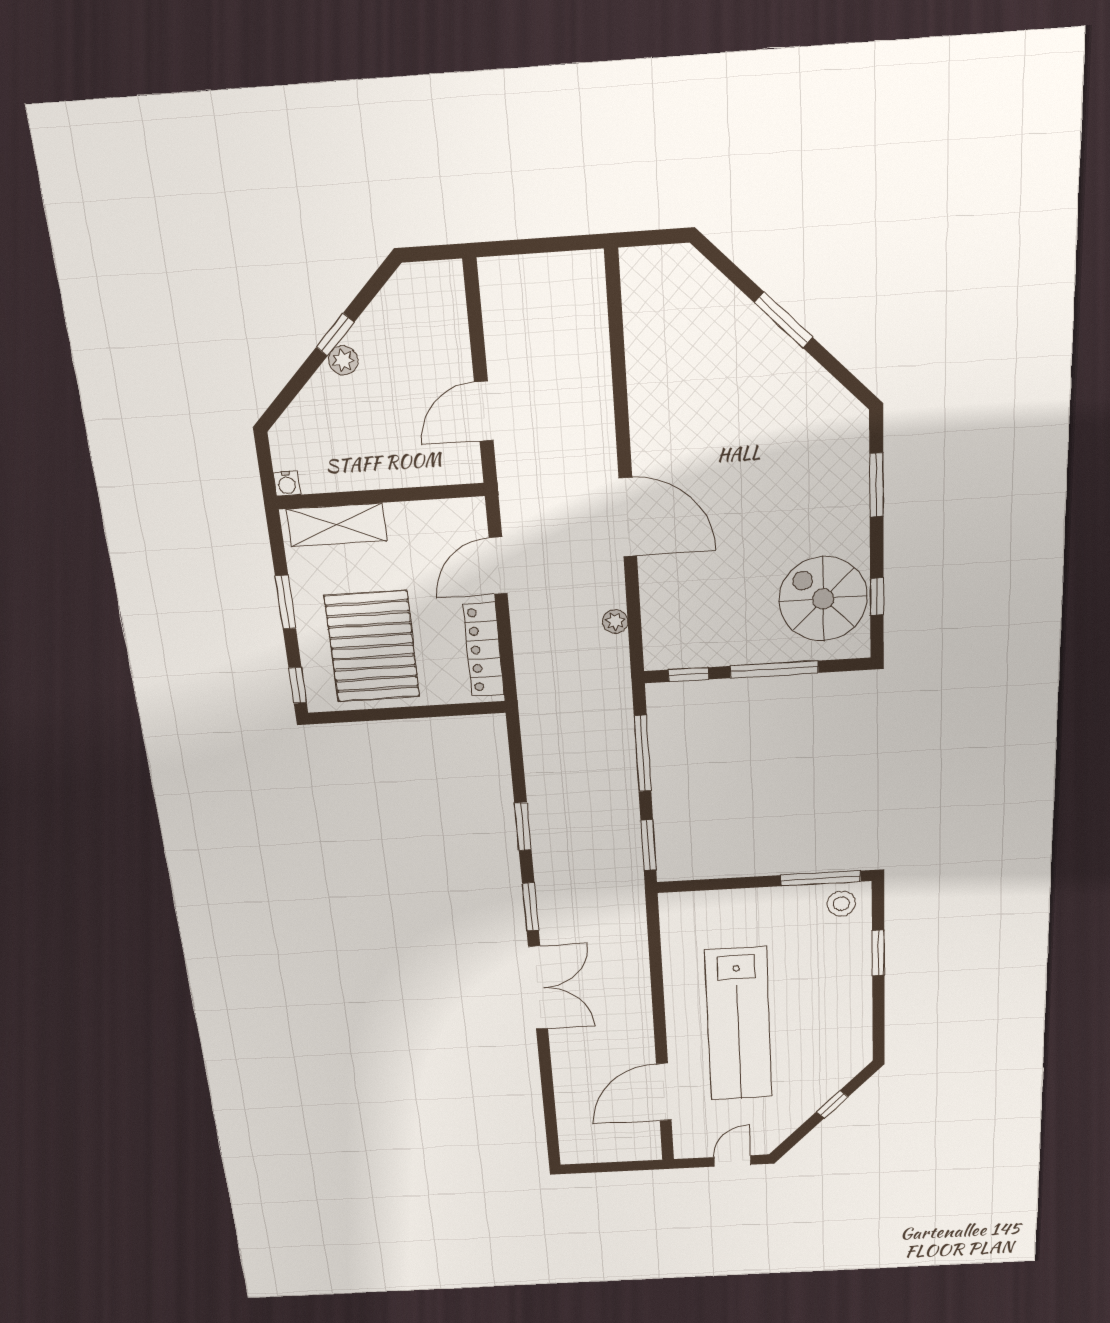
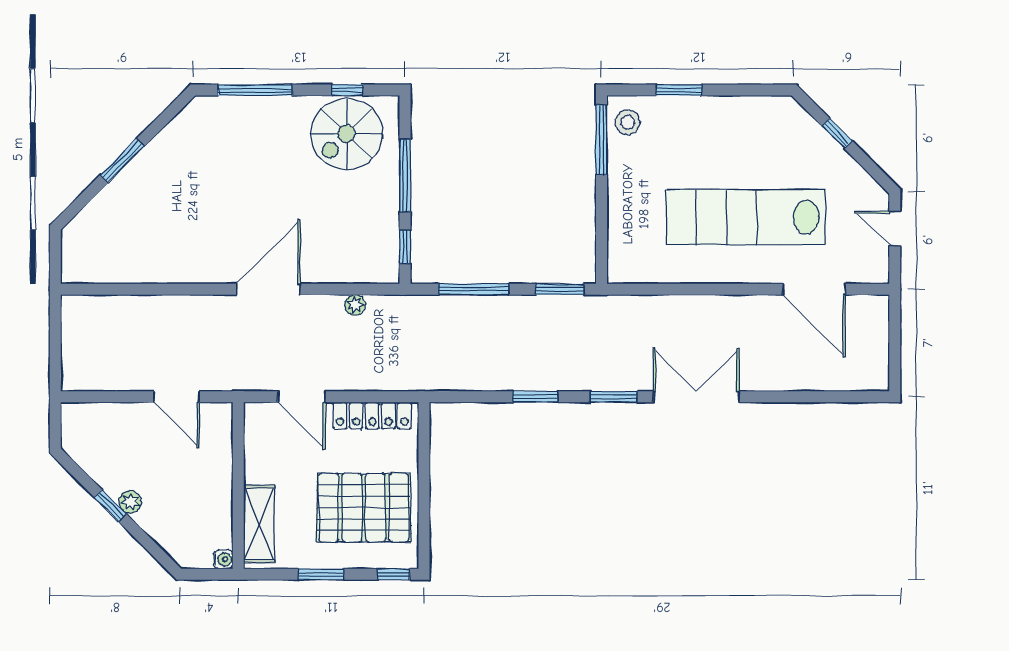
window: (876, 485) -> (255, 90), width x1.44
lab bench: (739, 1025) -> (746, 217), turned 180

